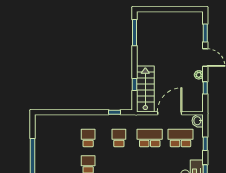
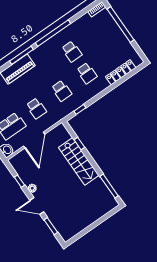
stairs: (145, 89) -> (79, 161), moved
locker: (60, 119) -> (121, 72), added
school desk: (150, 138) -> (36, 108), width x0.54

